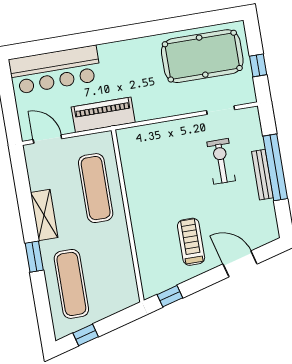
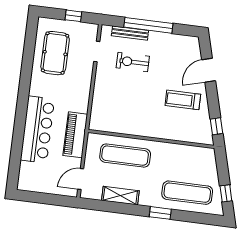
pool table: (202, 56) -> (55, 53), width x0.73, depth x0.76
bar counter: (55, 70) -> (37, 130), moved
bench: (262, 175) -> (130, 33), moved
shelving: (44, 215) -> (120, 196), moved

